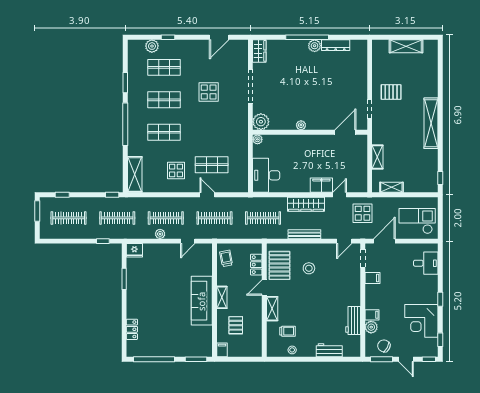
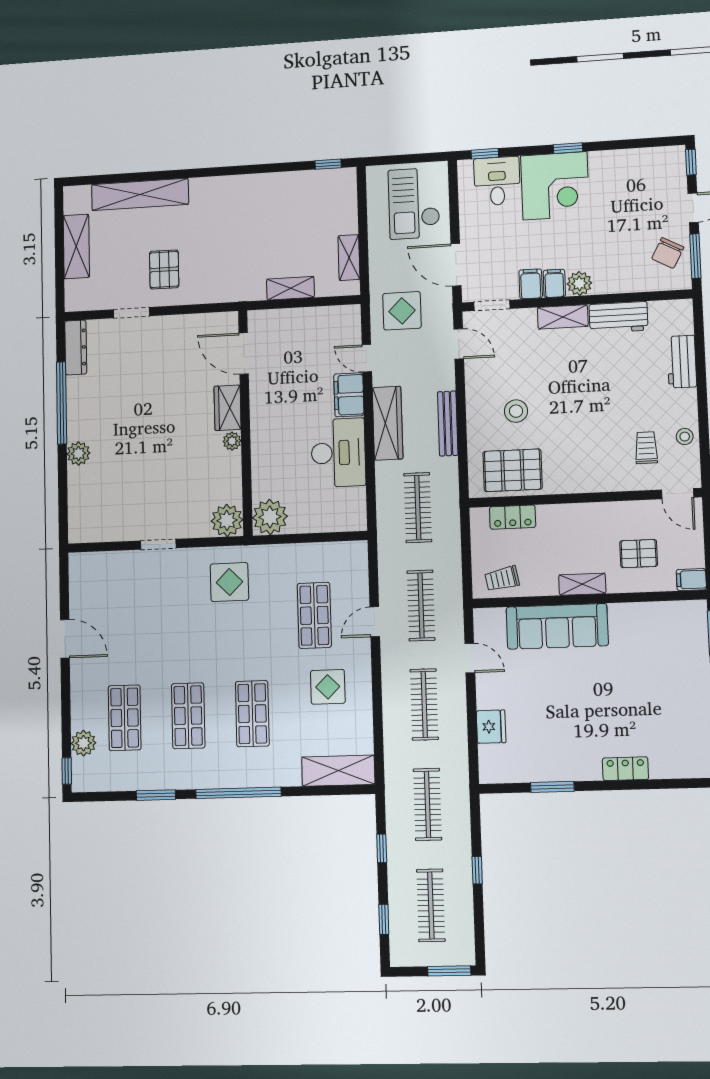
window: (168, 37) -> (67, 771), moved
door: (219, 37) -> (65, 639), moved
window: (307, 37) -> (62, 403), moved
dresser: (336, 45) -> (76, 347), moved
plant: (315, 46) -> (78, 453), moved
wardrobe: (259, 51) -> (228, 408), moved, turned -90
doorway: (250, 86) -> (158, 544), width x0.53
display table: (209, 92) -> (229, 582), moved
doorway: (370, 109) -> (131, 313), moved
shelving: (431, 123) -> (140, 194), moved
plant: (257, 139) -> (270, 517), width x1.87, depth x1.87
desk: (266, 175) -> (338, 453), moved, turned -90
window: (112, 195) -> (382, 848), moved
window: (37, 211) -> (449, 971), moved
plant: (160, 234) -> (457, 715), removed
window: (103, 241) -> (477, 870), moved
fridge: (134, 250) -> (491, 727), moved
door: (264, 287) -> (678, 494), moved
sofa: (202, 301) -> (557, 626), moved
shelving: (272, 309) -> (563, 317), moved
filing cabinet: (372, 315) -> (554, 283), moved
corner desk: (421, 321) -> (555, 186), moved
plant: (371, 327) -> (579, 283), moved
locker: (132, 329) -> (625, 769), moved
window: (440, 340) -> (485, 154), moved

